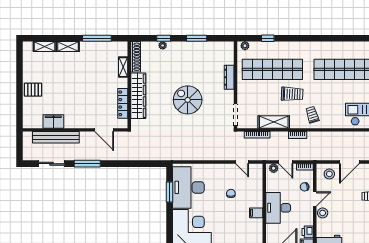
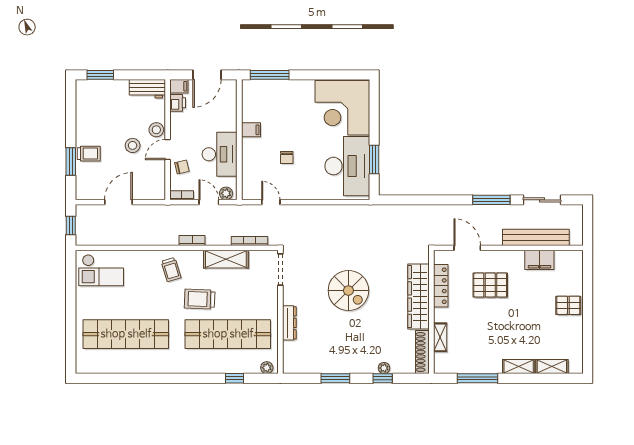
pallet: (88, 104) -> (490, 285), added
stool: (329, 174) -> (133, 145), moved
desk: (278, 208) -> (220, 154), moved

